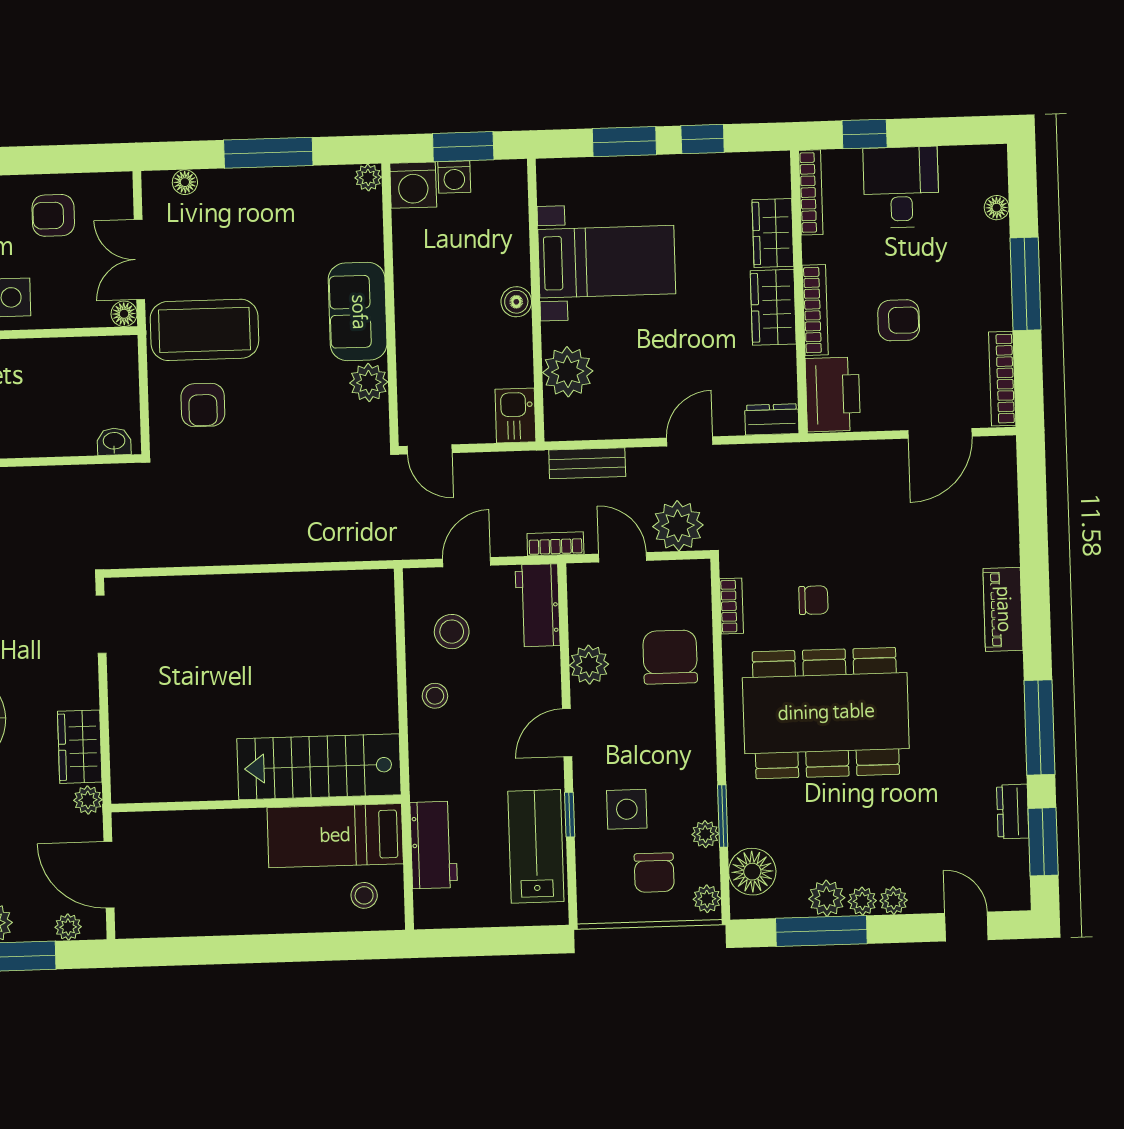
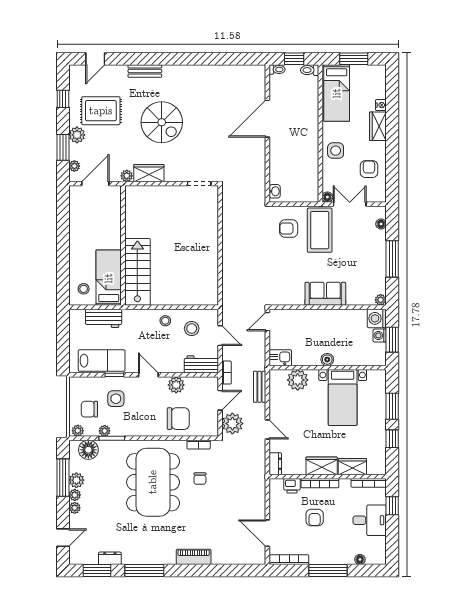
plant: (369, 382) -> (296, 297), removed
printer: (833, 394) -> (292, 486), width x0.53, depth x0.68

